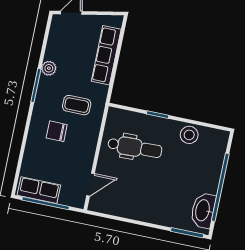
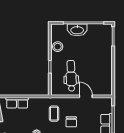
row of seats: (106, 55) -> (17, 103), width x0.68
door: (90, 185) -> (86, 96), moved
washbasin: (203, 210) -> (77, 30), moved

